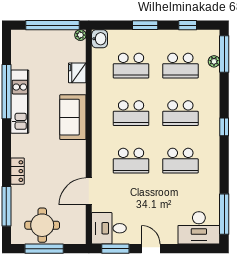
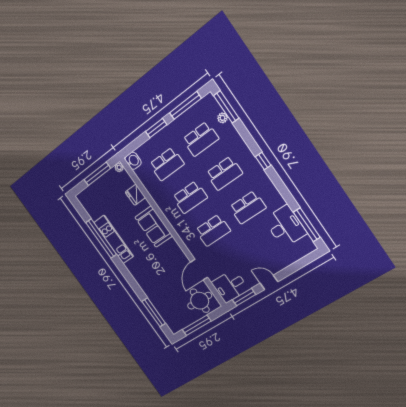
window: (53, 25) -> (97, 174), width x0.68
window: (188, 25) -> (185, 105), width x2.17
locker: (18, 171) -> (144, 286), removed
round table: (42, 225) -> (200, 301), moved
desk: (199, 228) -> (285, 226), moved, turned -90

